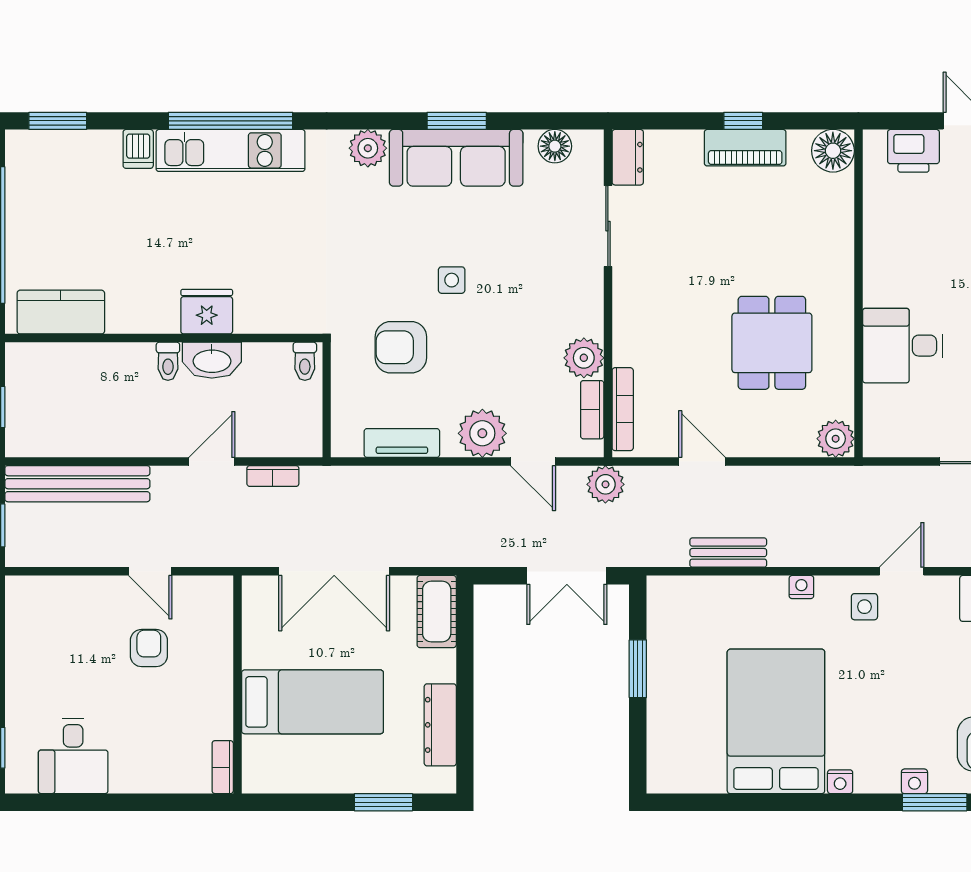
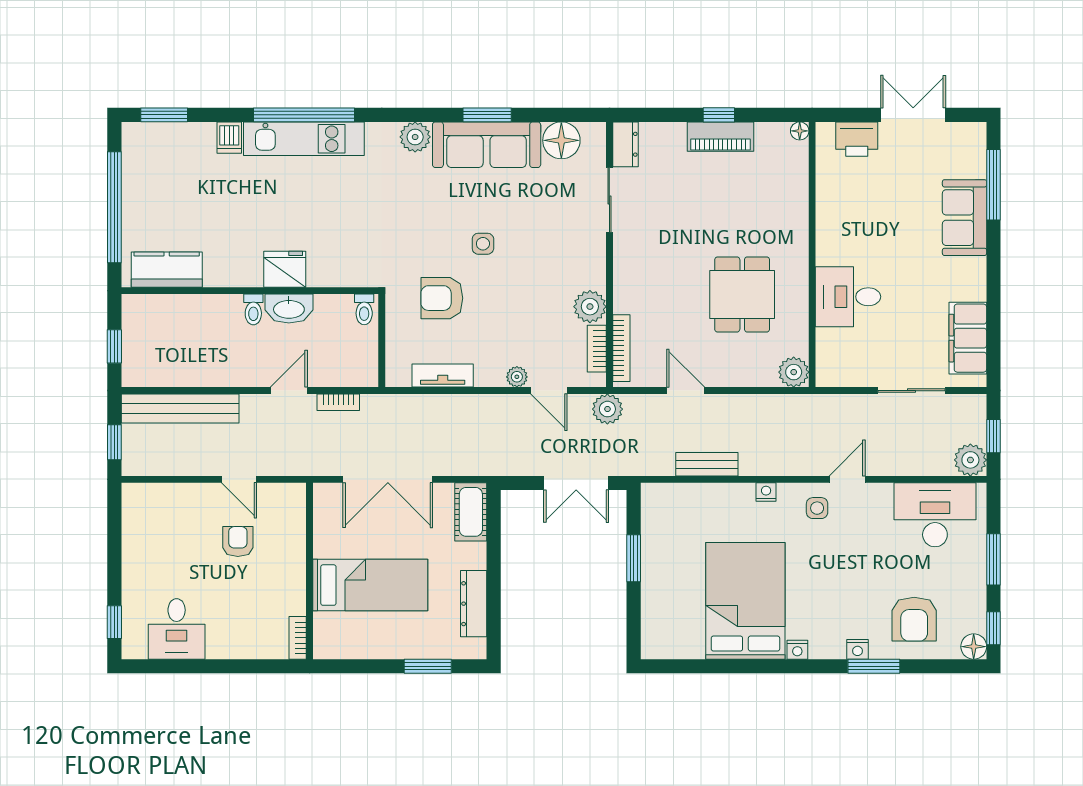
floor lamp: (555, 146) -> (561, 140), width x1.38, depth x1.38
floor lamp: (833, 151) -> (800, 131), width x0.53, depth x0.53
plant: (482, 433) -> (517, 377), width x0.53, depth x0.53

